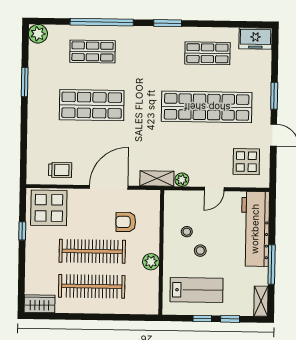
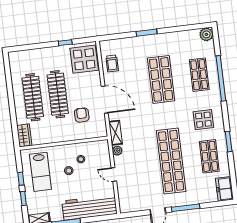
window: (168, 23) -> (229, 142), moved
window: (25, 82) -> (147, 33), moved
window: (274, 96) -> (186, 208), width x1.44
display table: (246, 162) -> (203, 120), moved
plant: (151, 262) -> (56, 137), removed
wardrobe: (40, 304) -> (24, 135), moved

